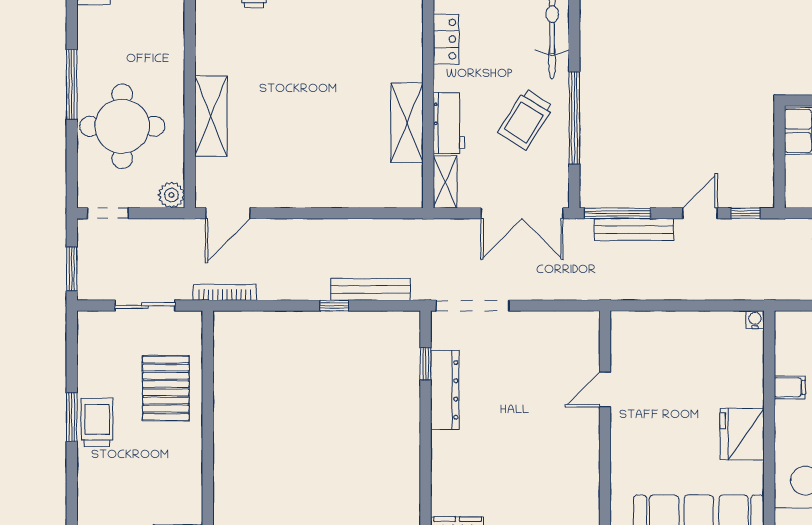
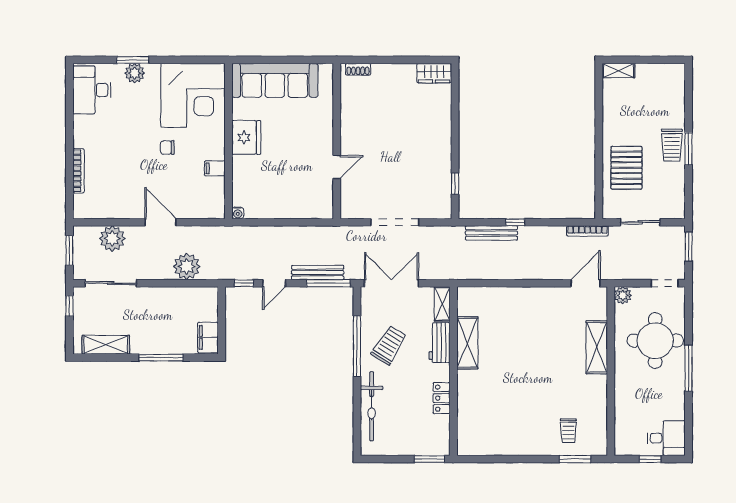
doorway: (473, 306) -> (395, 222), moved
dresser: (445, 390) -> (442, 167), removed

